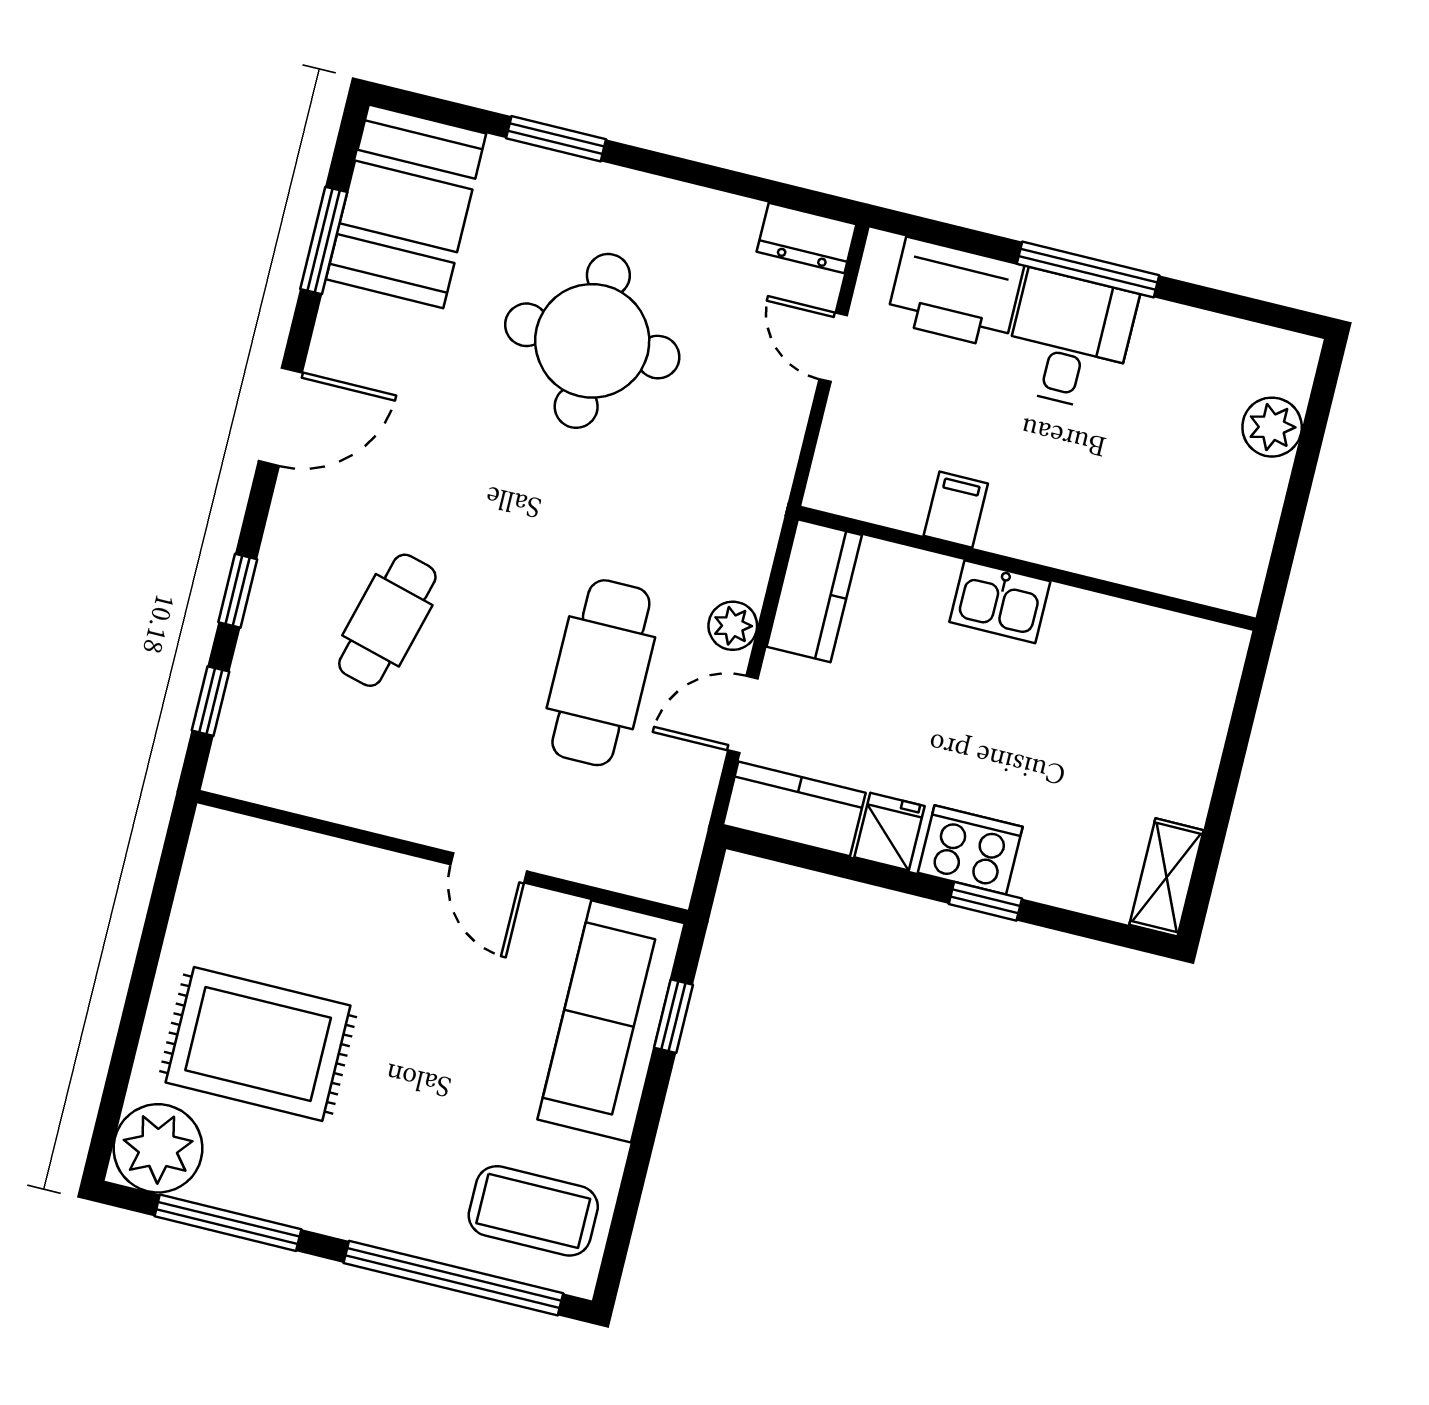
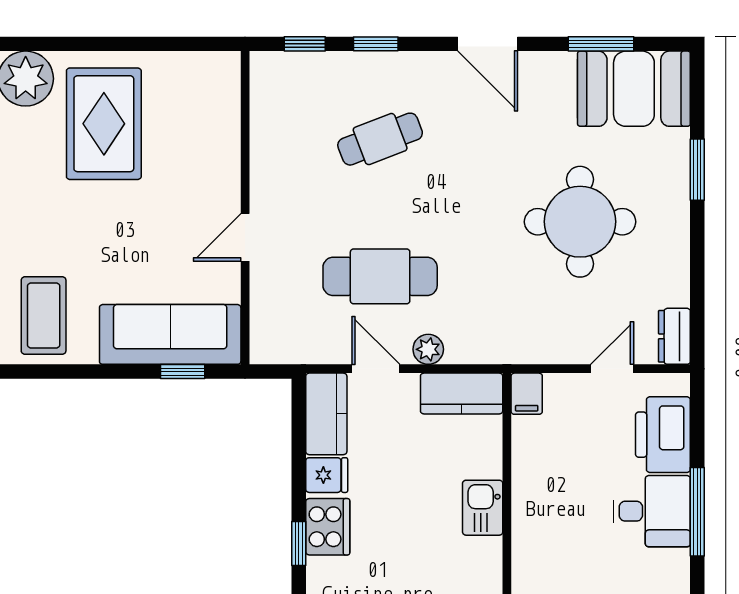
filing cabinet: (956, 510) -> (527, 394), moved, turned 90
cafe table: (387, 620) -> (380, 139), turned -36

